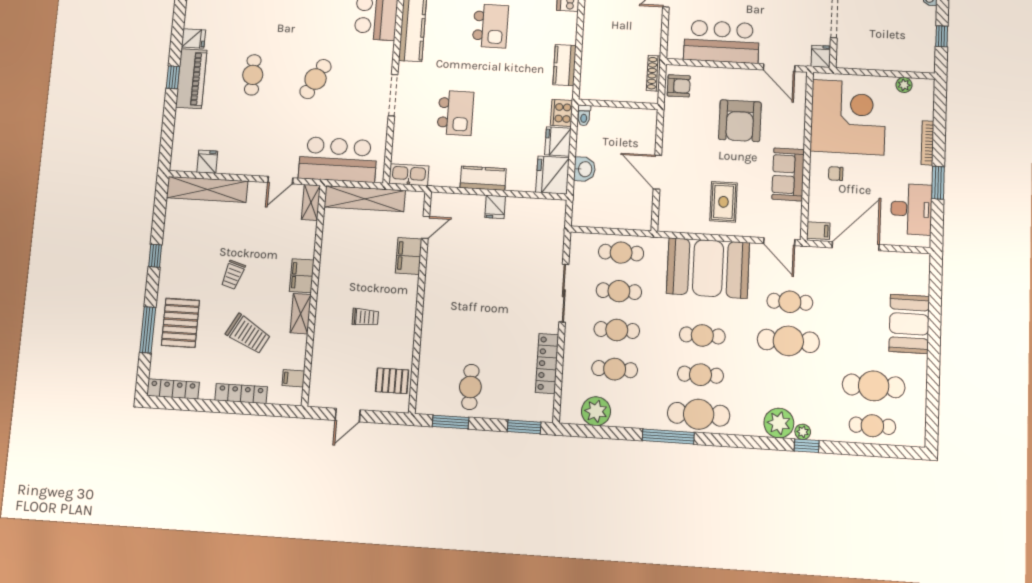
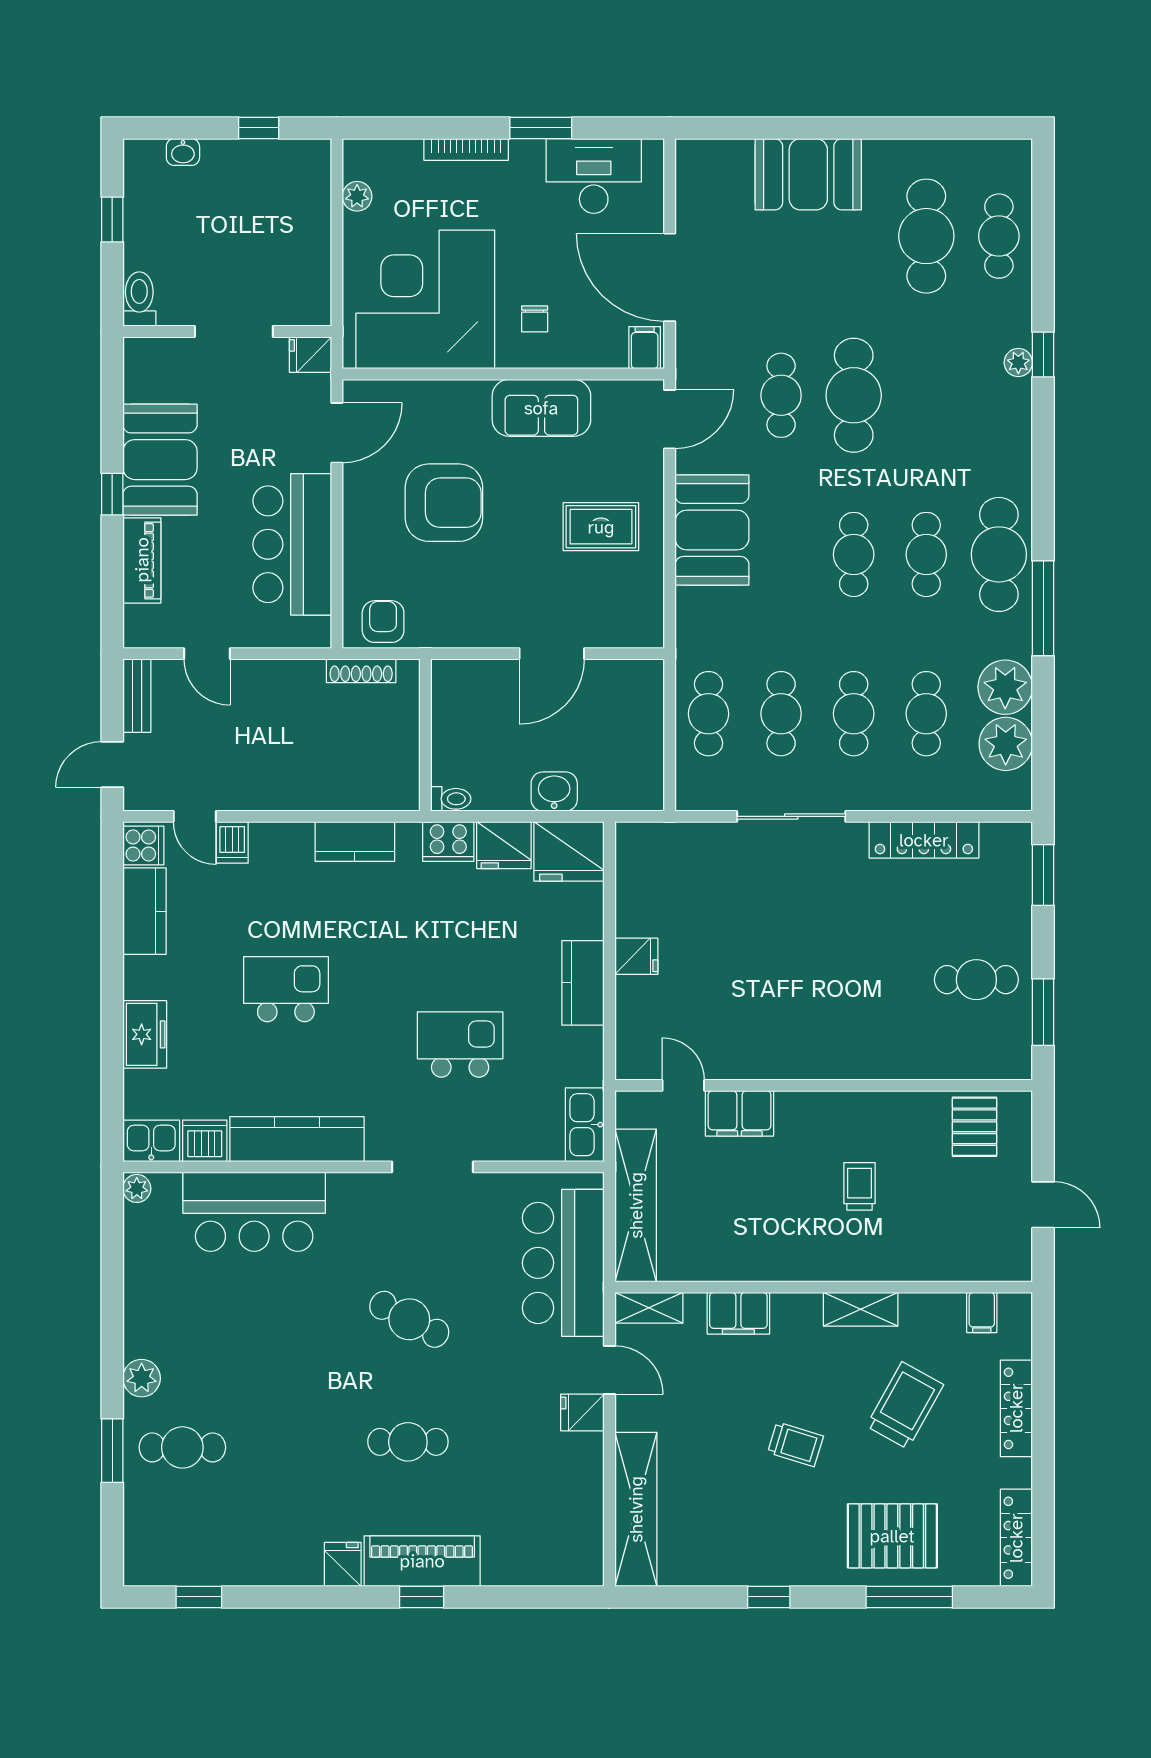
fridge: (207, 162) -> (582, 1413), moved
booth: (708, 268) -> (712, 530), width x0.73, depth x0.70
filing cabinet: (302, 276) -> (738, 1313), moved
plant: (779, 423) -> (1005, 687), moved

